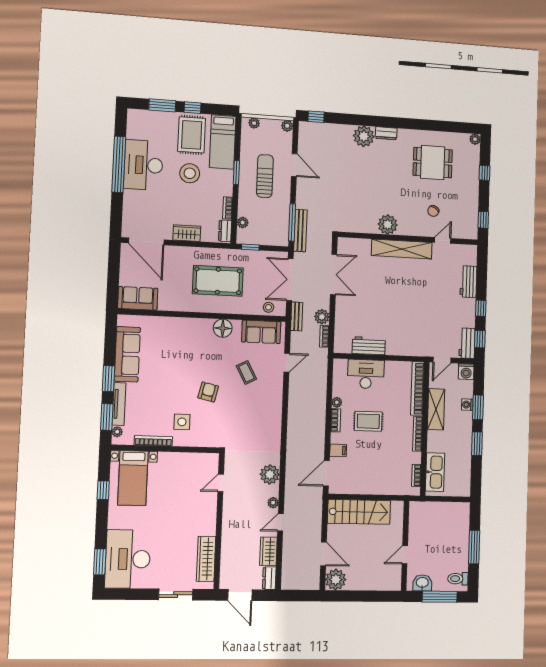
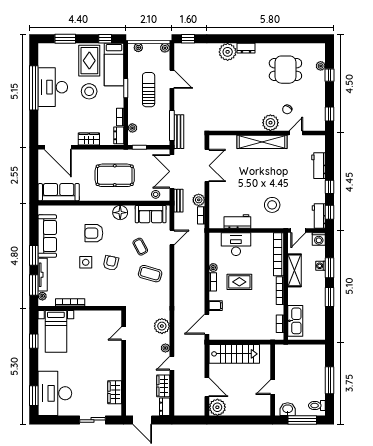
window: (192, 108) -> (105, 39), moved
plant: (475, 139) -> (321, 66), moved
plant: (388, 225) -> (270, 123), moved
sofa: (138, 298) -> (59, 192), width x1.36
stool: (411, 327) -> (272, 205), added
armchair: (188, 353) -> (94, 233), added
coffee table: (258, 407) -> (150, 274), added
side table: (182, 422) -> (86, 262), moved
wardrobe: (206, 559) -> (115, 392), width x0.67

